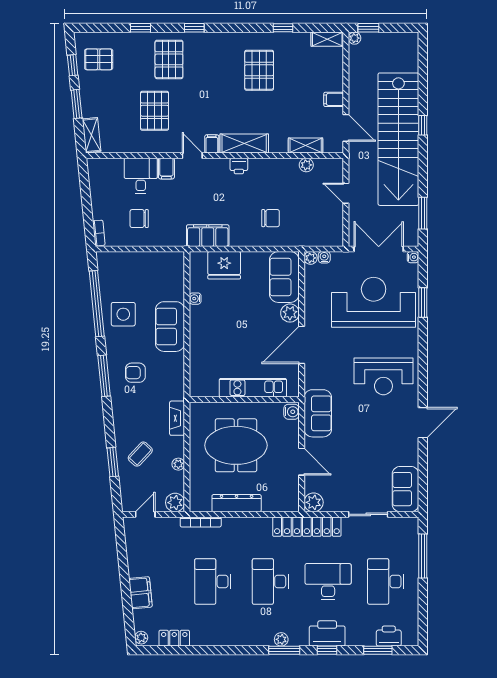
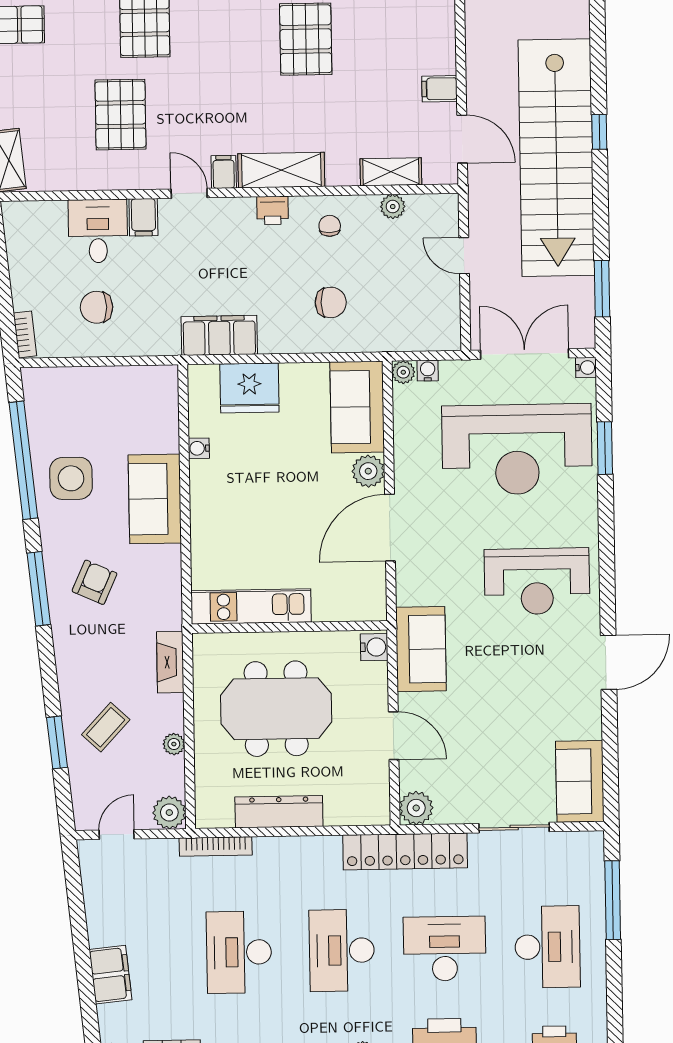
chair: (271, 175) -> (330, 226), added
reception desk: (374, 302) -> (517, 449), turned 180
armchair: (135, 373) -> (94, 582), turned 114
kitchen unit: (253, 388) -> (251, 606), moved
desk: (386, 581) -> (547, 947), turned 180

